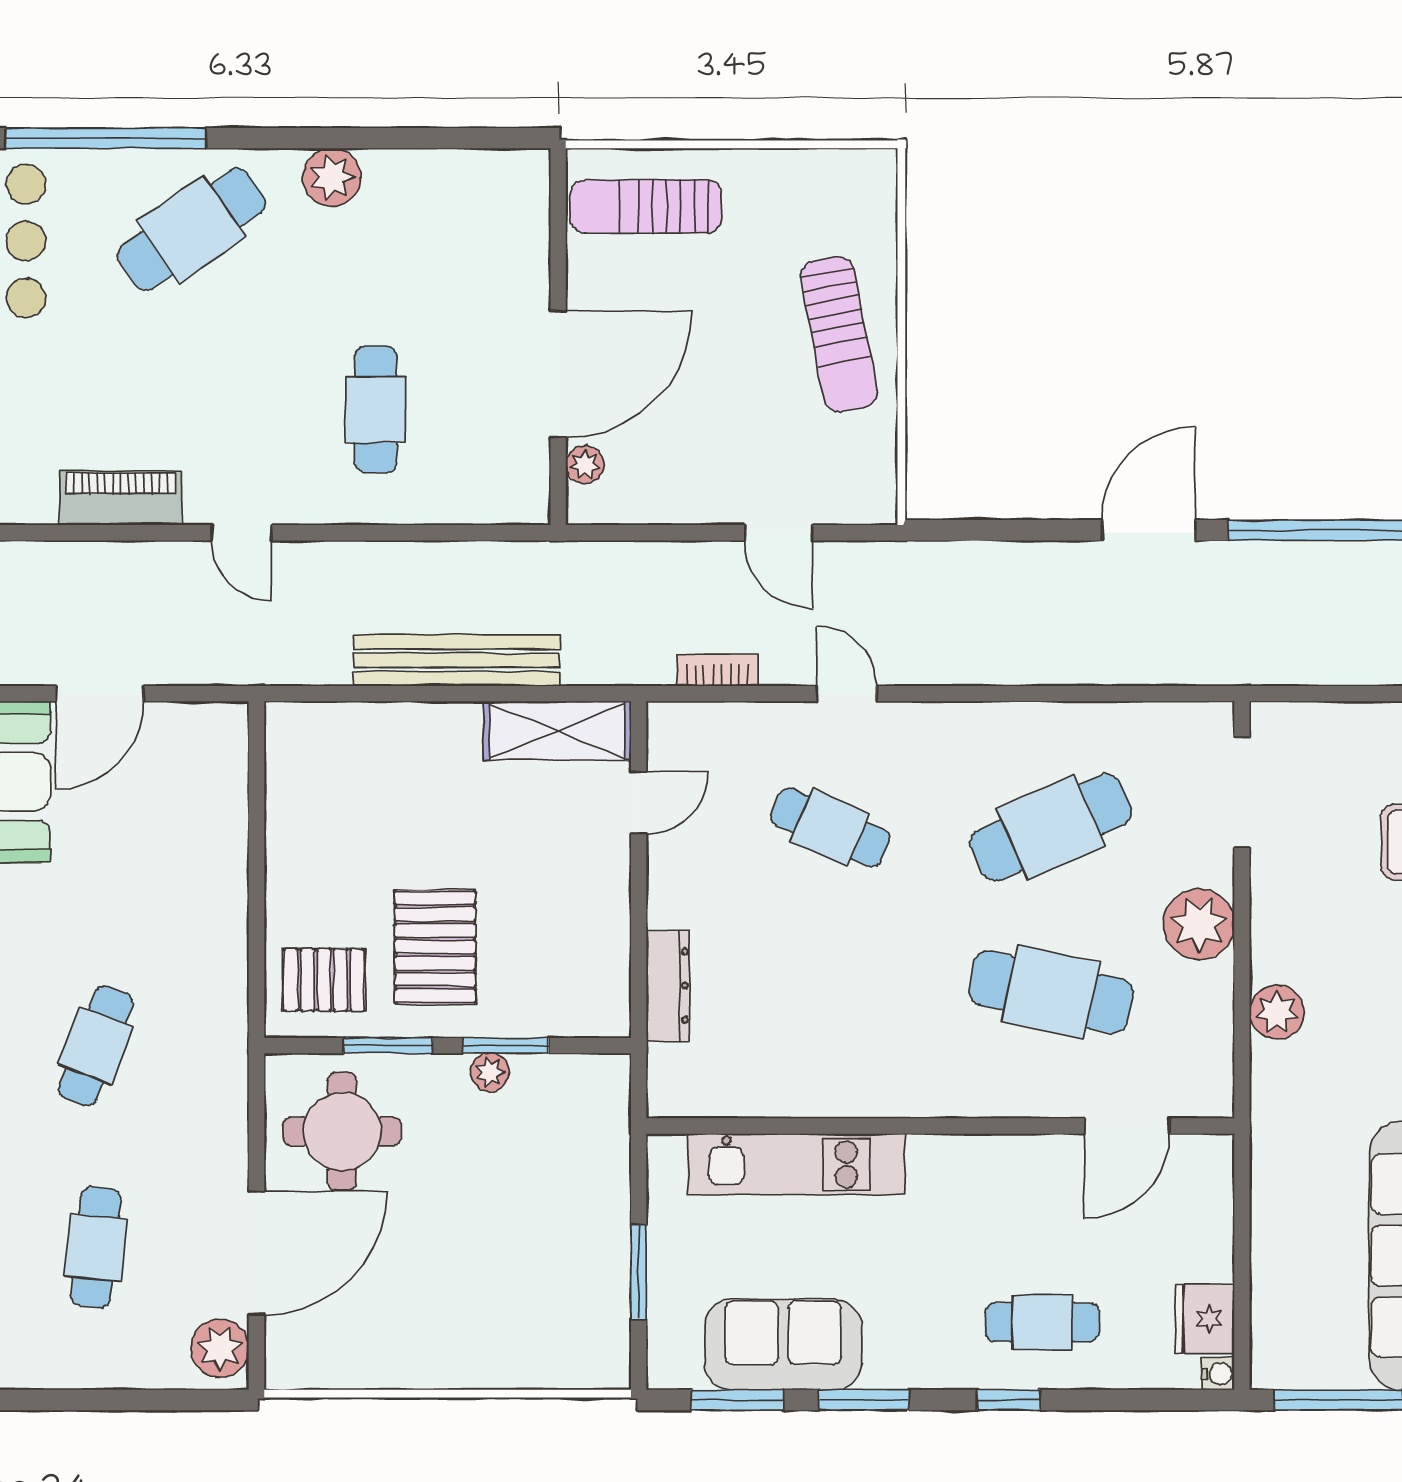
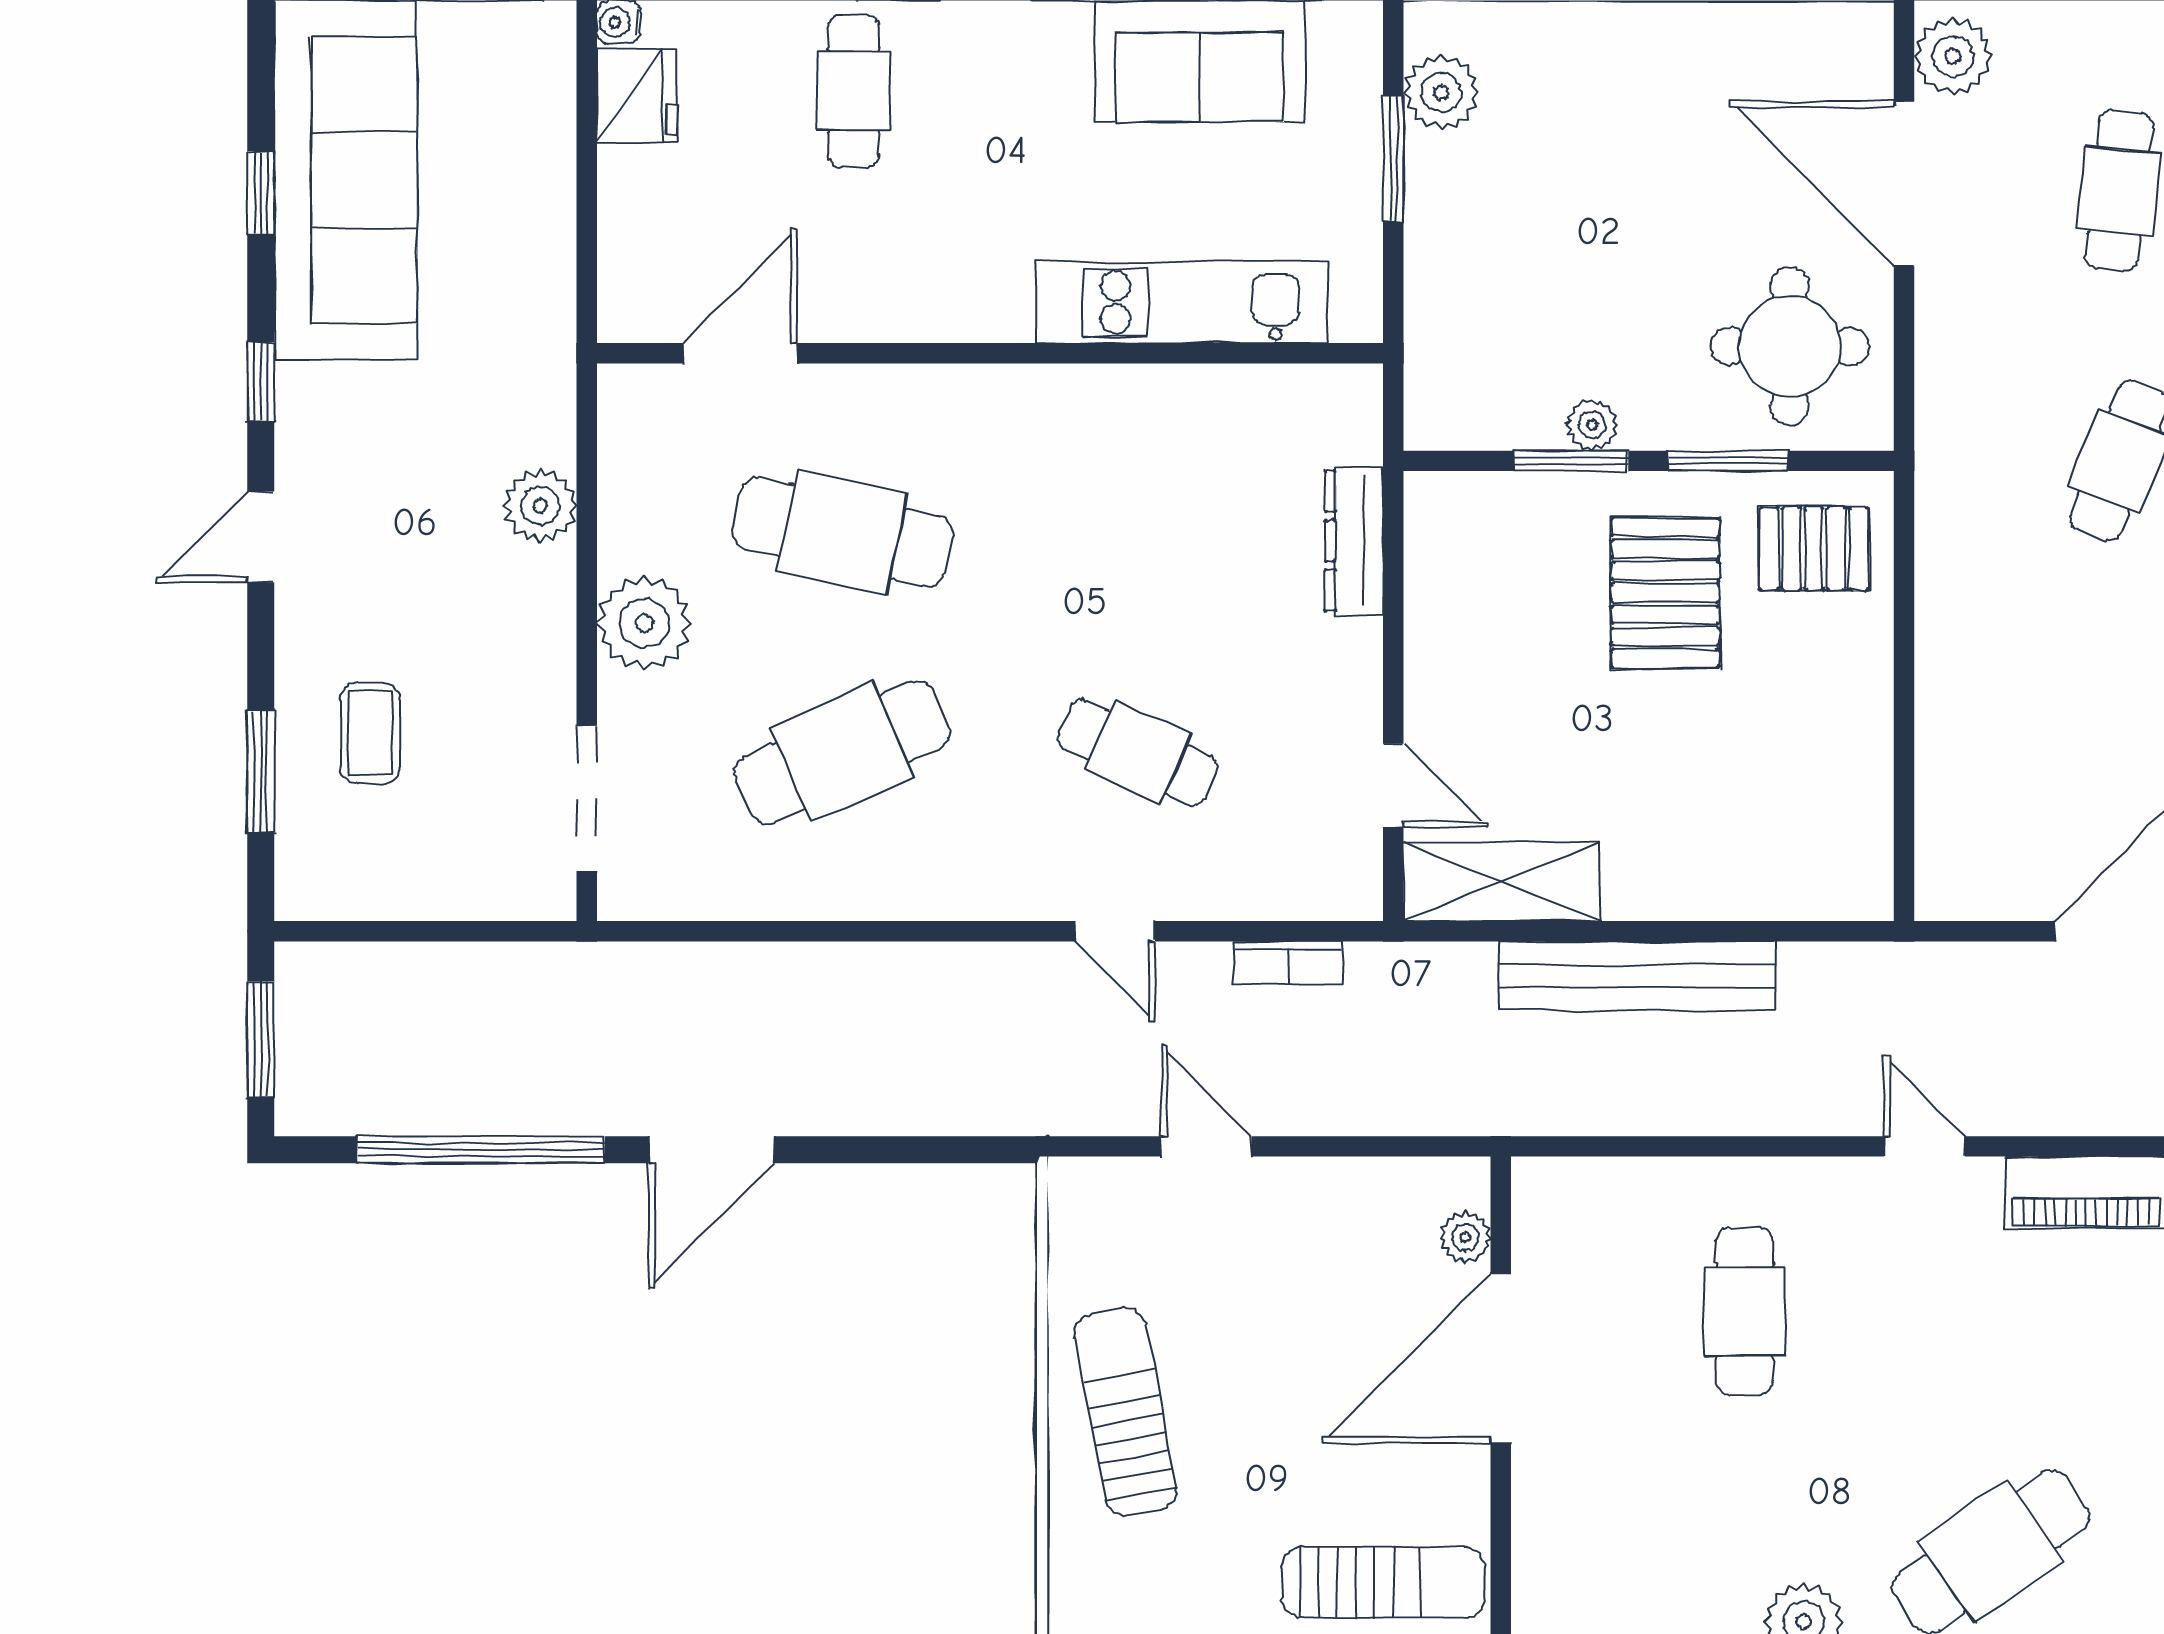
door: (639, 803) -> (1393, 785), swing flipped
door: (257, 1253) -> (1904, 184), hinge flipped
plant: (603, 1321) -> (1441, 92), added
cafe table: (1042, 1322) -> (854, 91), turned 90

